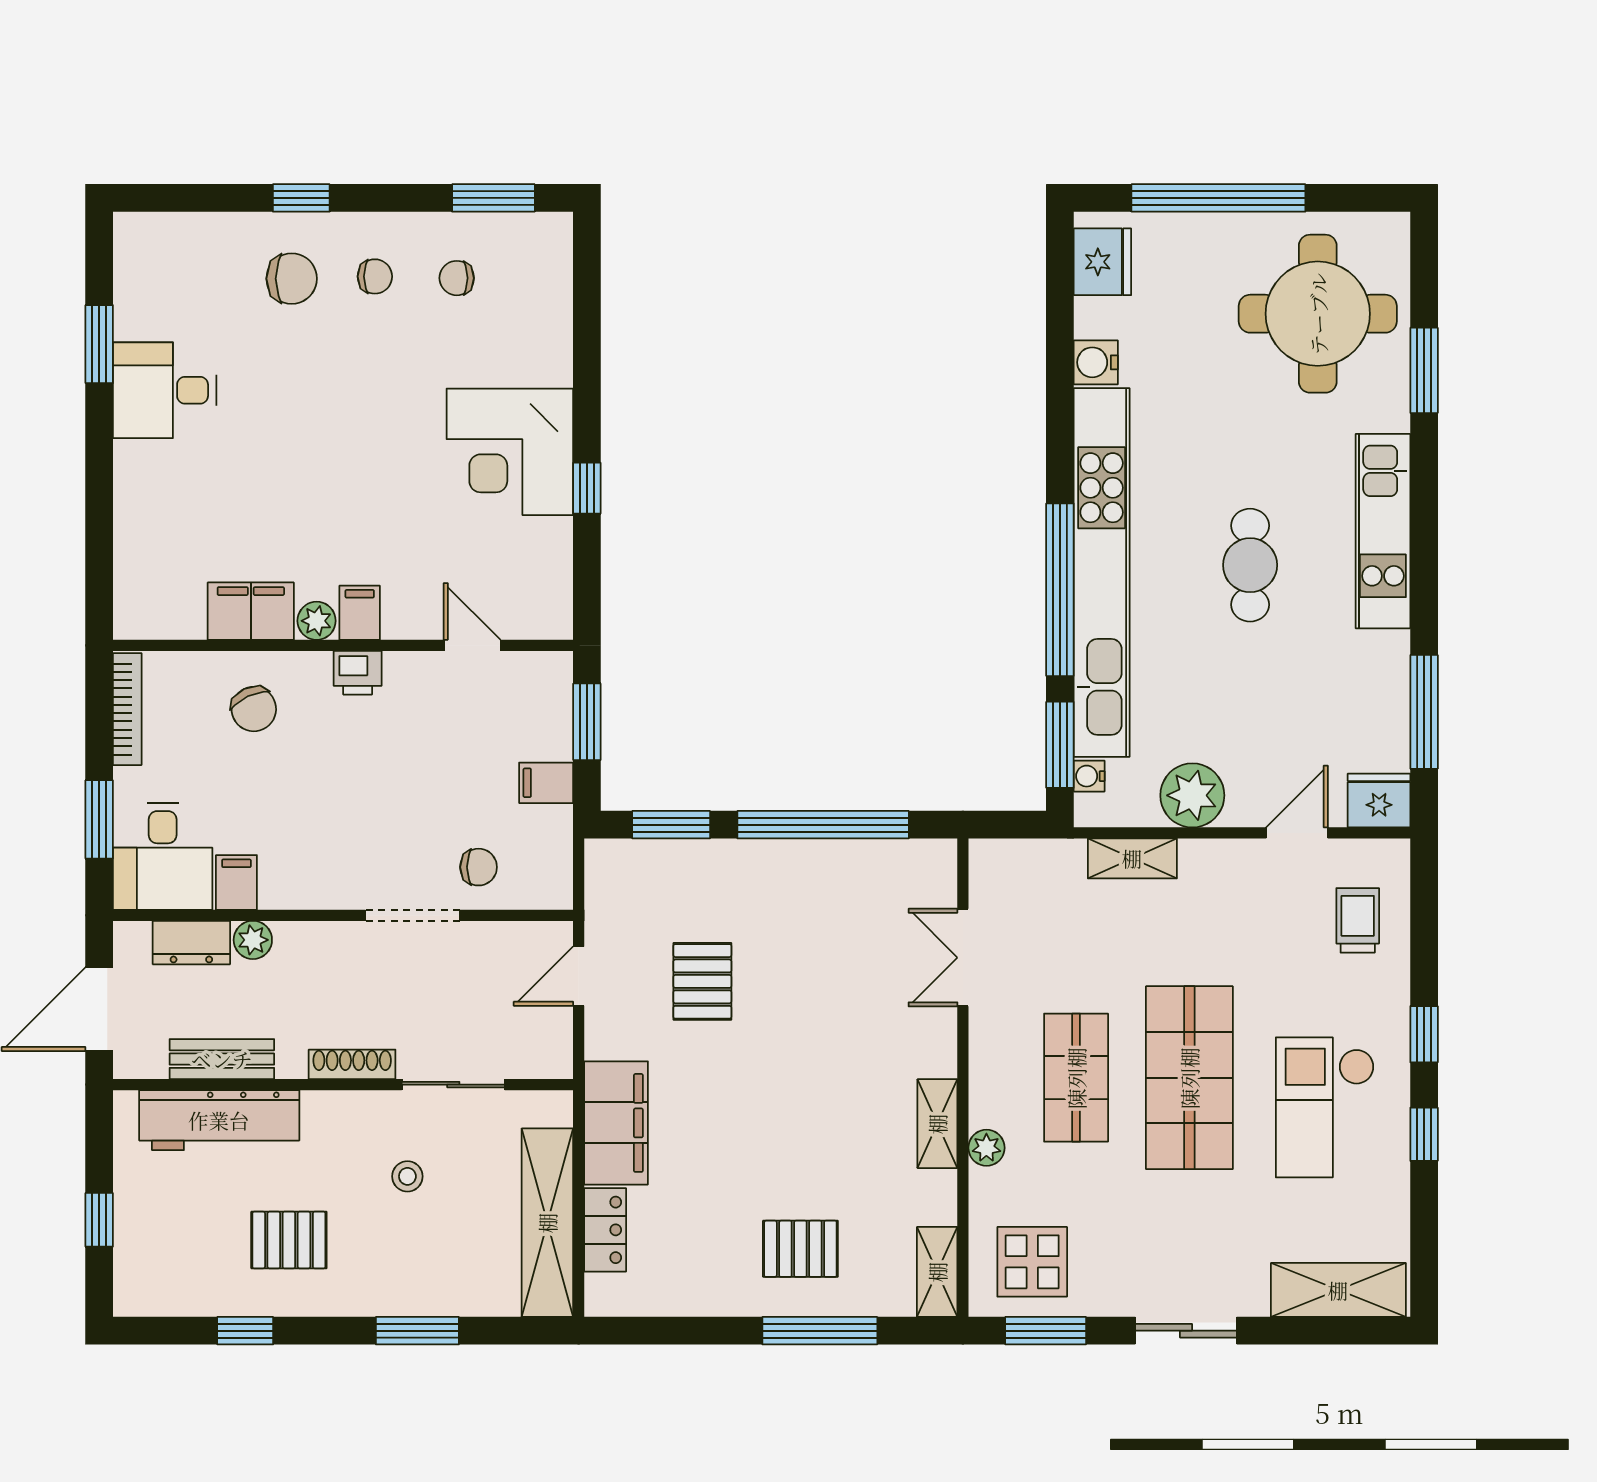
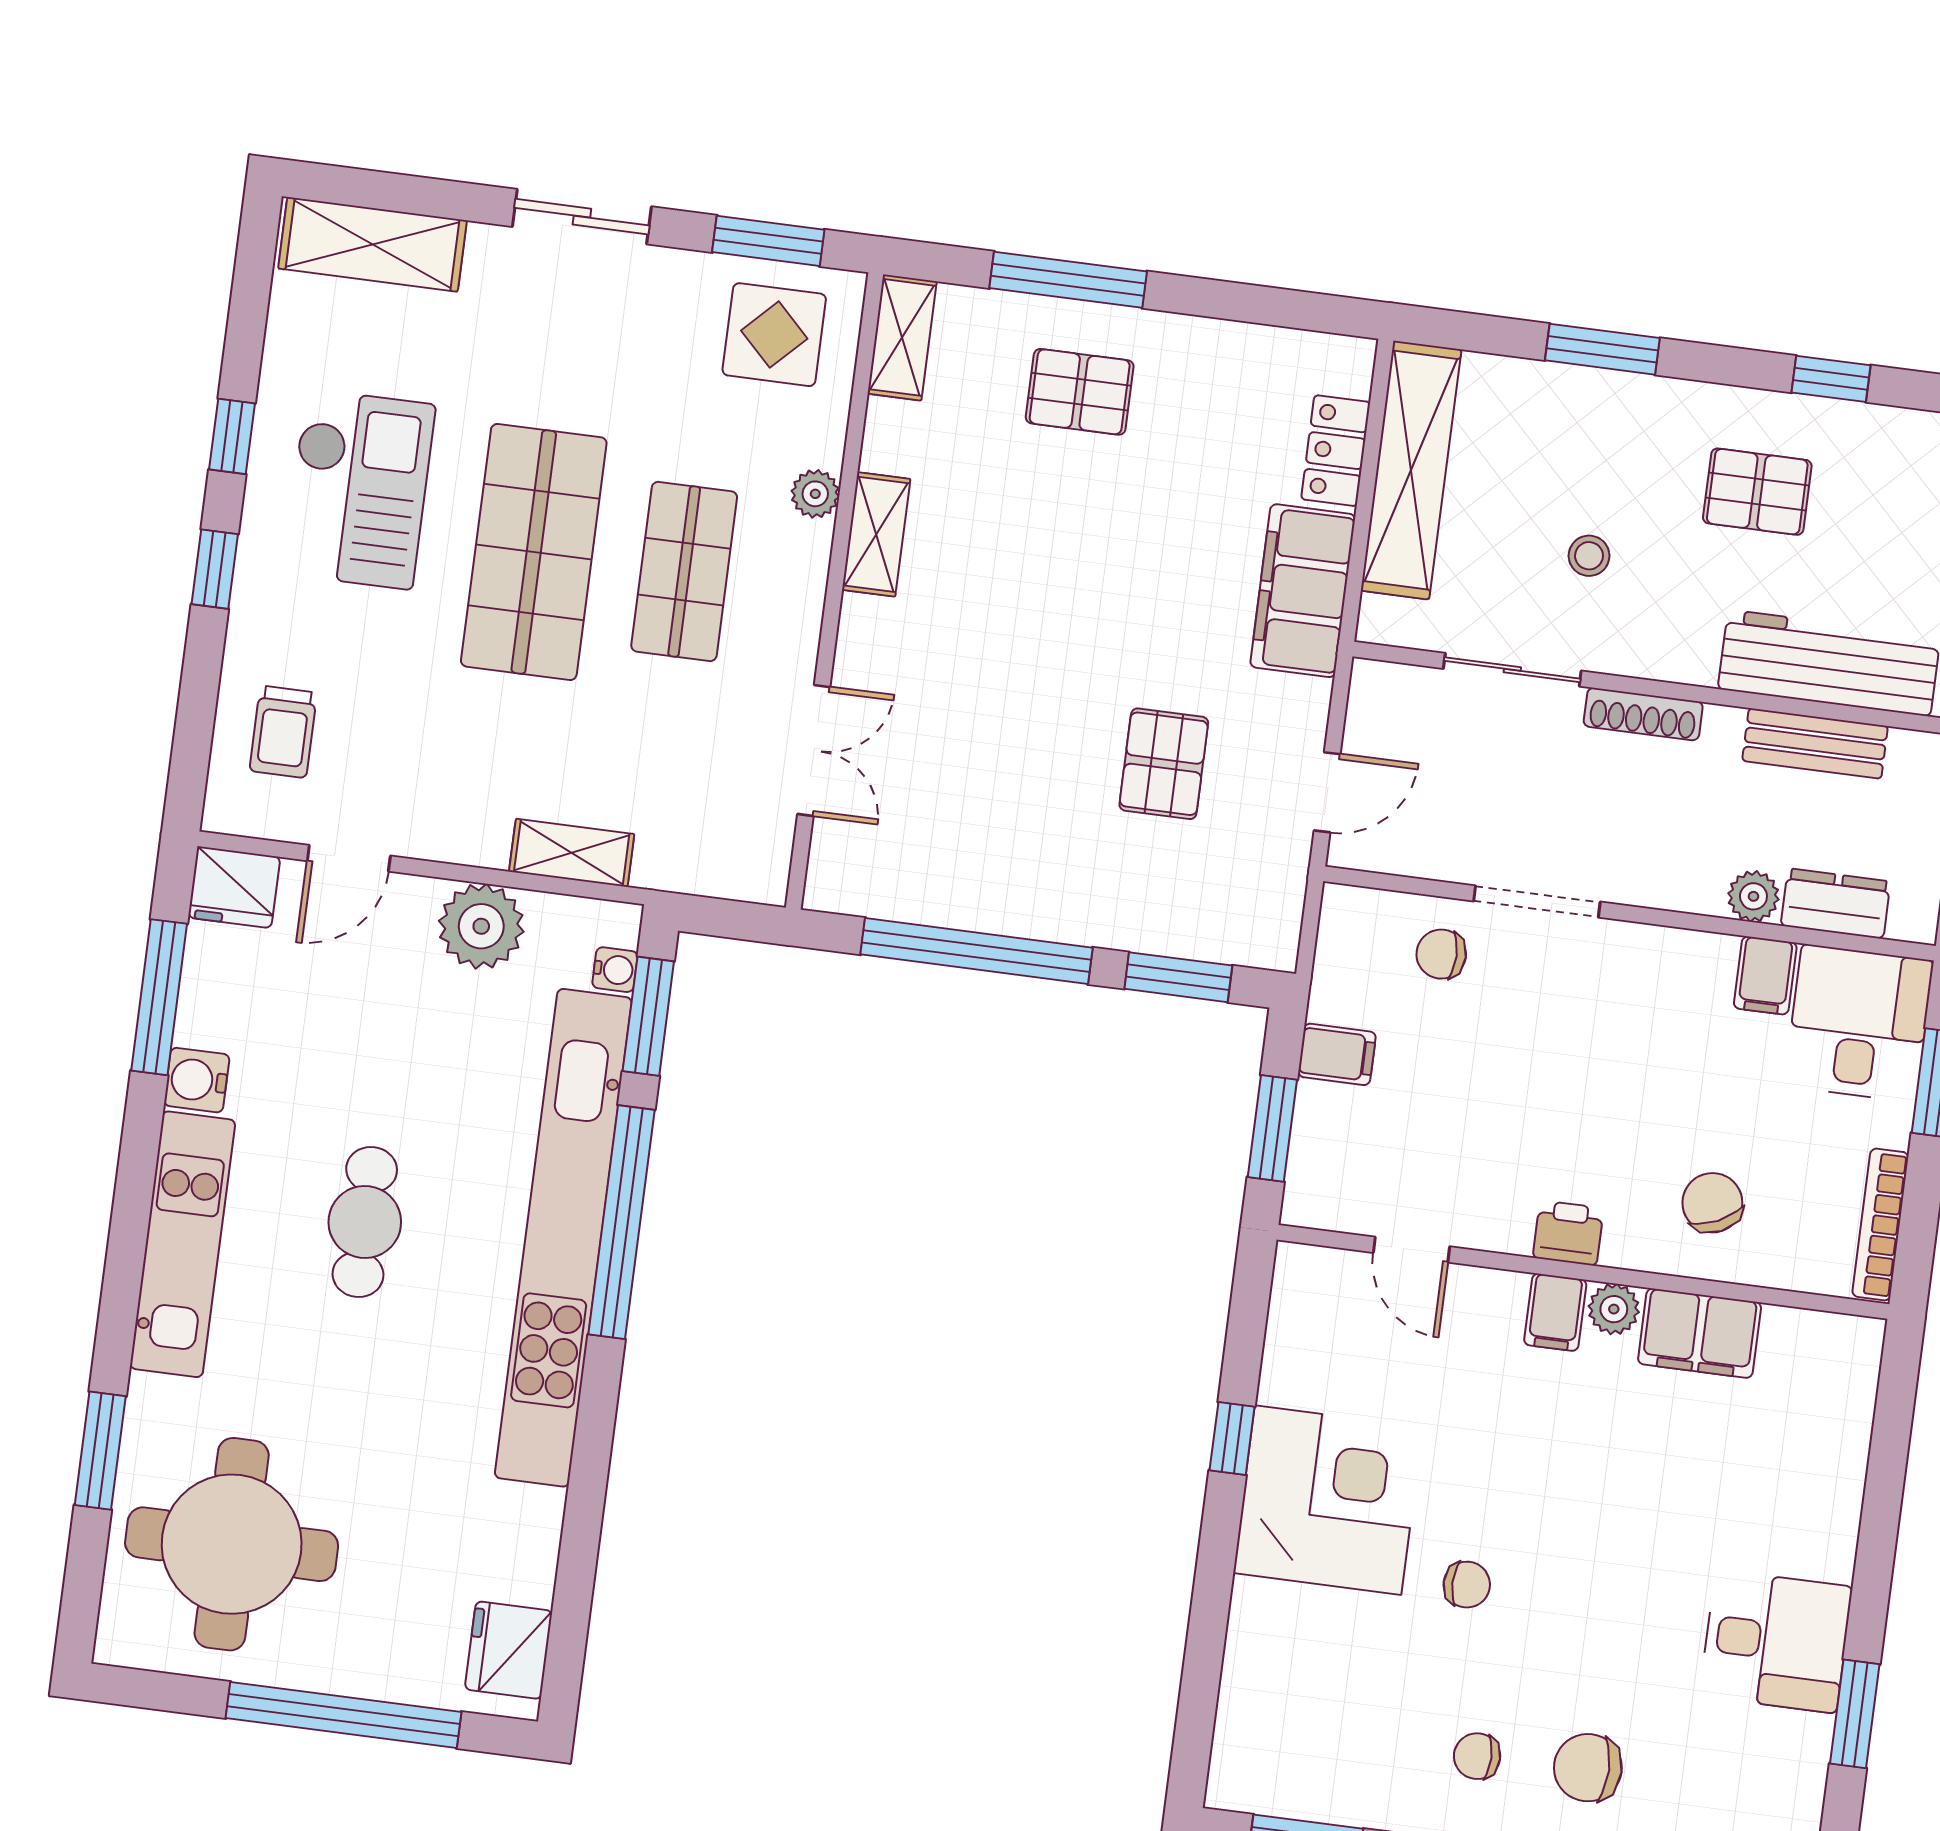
chair: (457, 278) -> (1467, 1585), moved
water cooler: (1096, 362) -> (197, 1080), moved, turned 180

